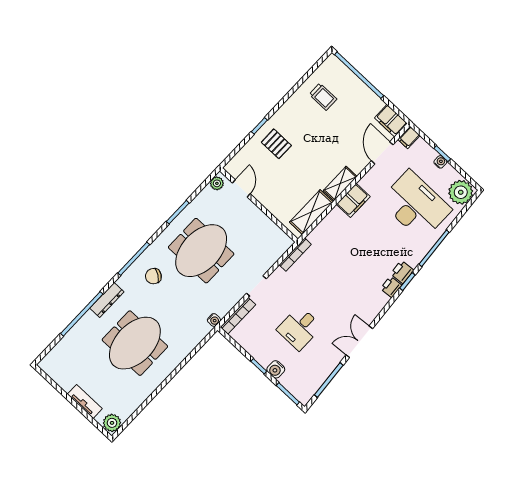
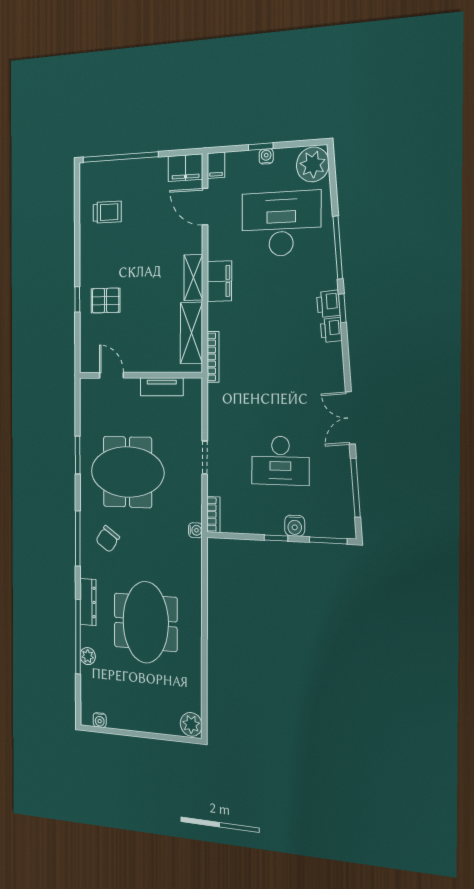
plant: (217, 183) -> (88, 656), moved
meeting table: (201, 251) -> (127, 472), turned 90
bookcase: (295, 255) -> (213, 357), moved
bookcase: (238, 316) -> (213, 515), width x0.64
desk: (299, 328) -> (280, 461), width x1.37
water cooler: (52, 372) -> (100, 720), added
tv unit: (85, 401) -> (162, 387), moved, turned 180

